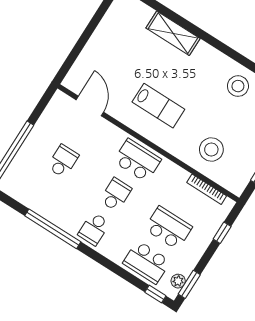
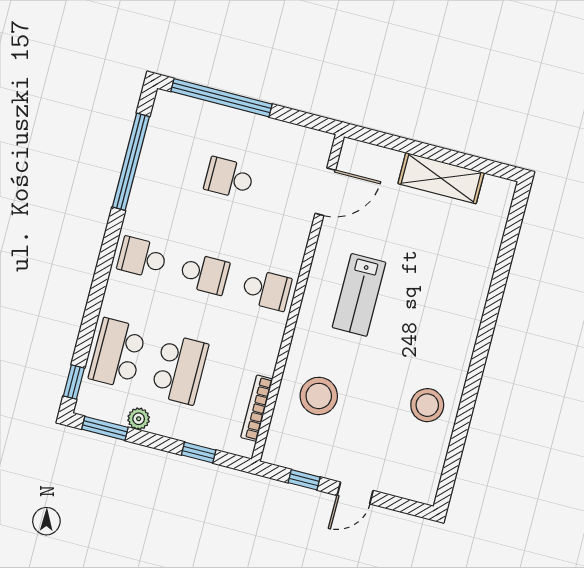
shelving: (173, 33) -> (441, 178), moved, turned 90
school desk: (137, 160) -> (266, 290), width x0.54
school desk: (63, 161) -> (229, 178), turned 180
window: (53, 229) -> (131, 162), moved
plant: (178, 281) -> (139, 419), moved

